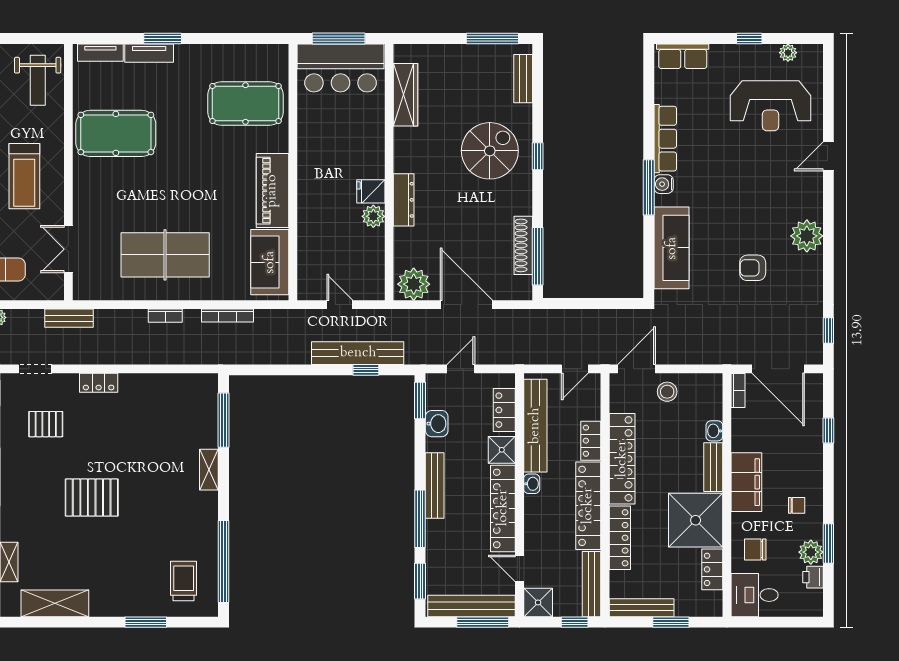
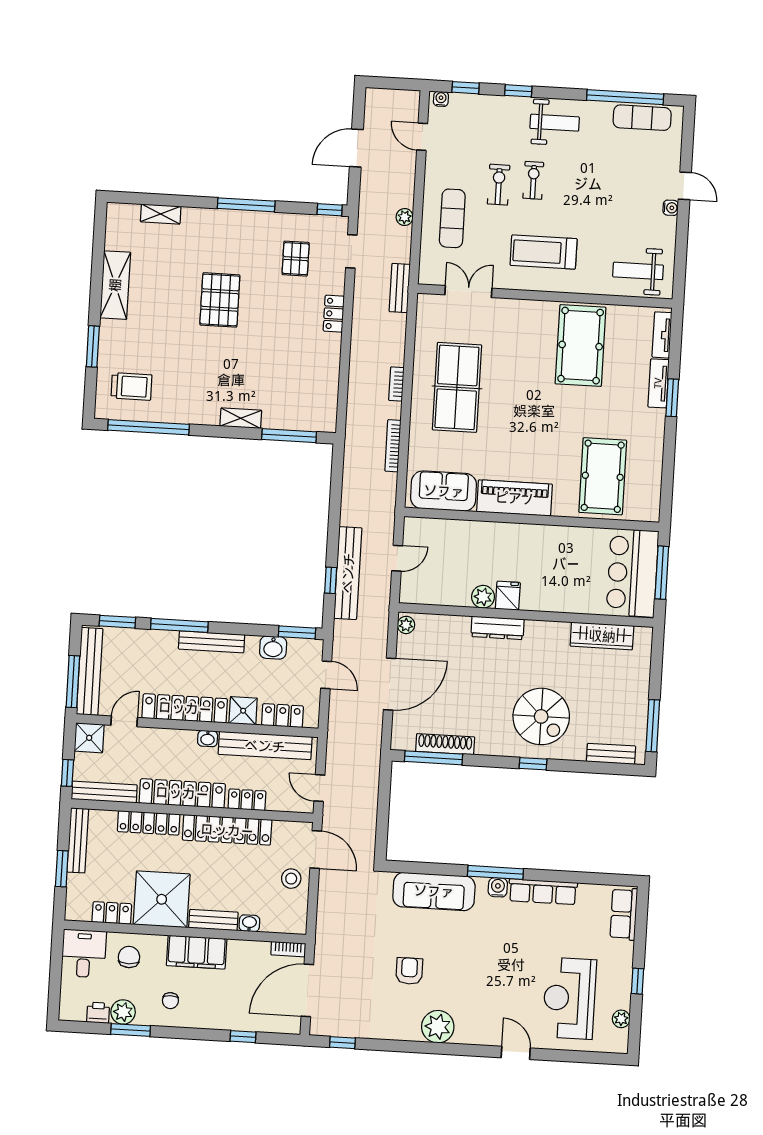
plant: (414, 284) -> (406, 625), width x0.53, depth x0.53
shelving: (55, 603) -> (115, 285), moved

